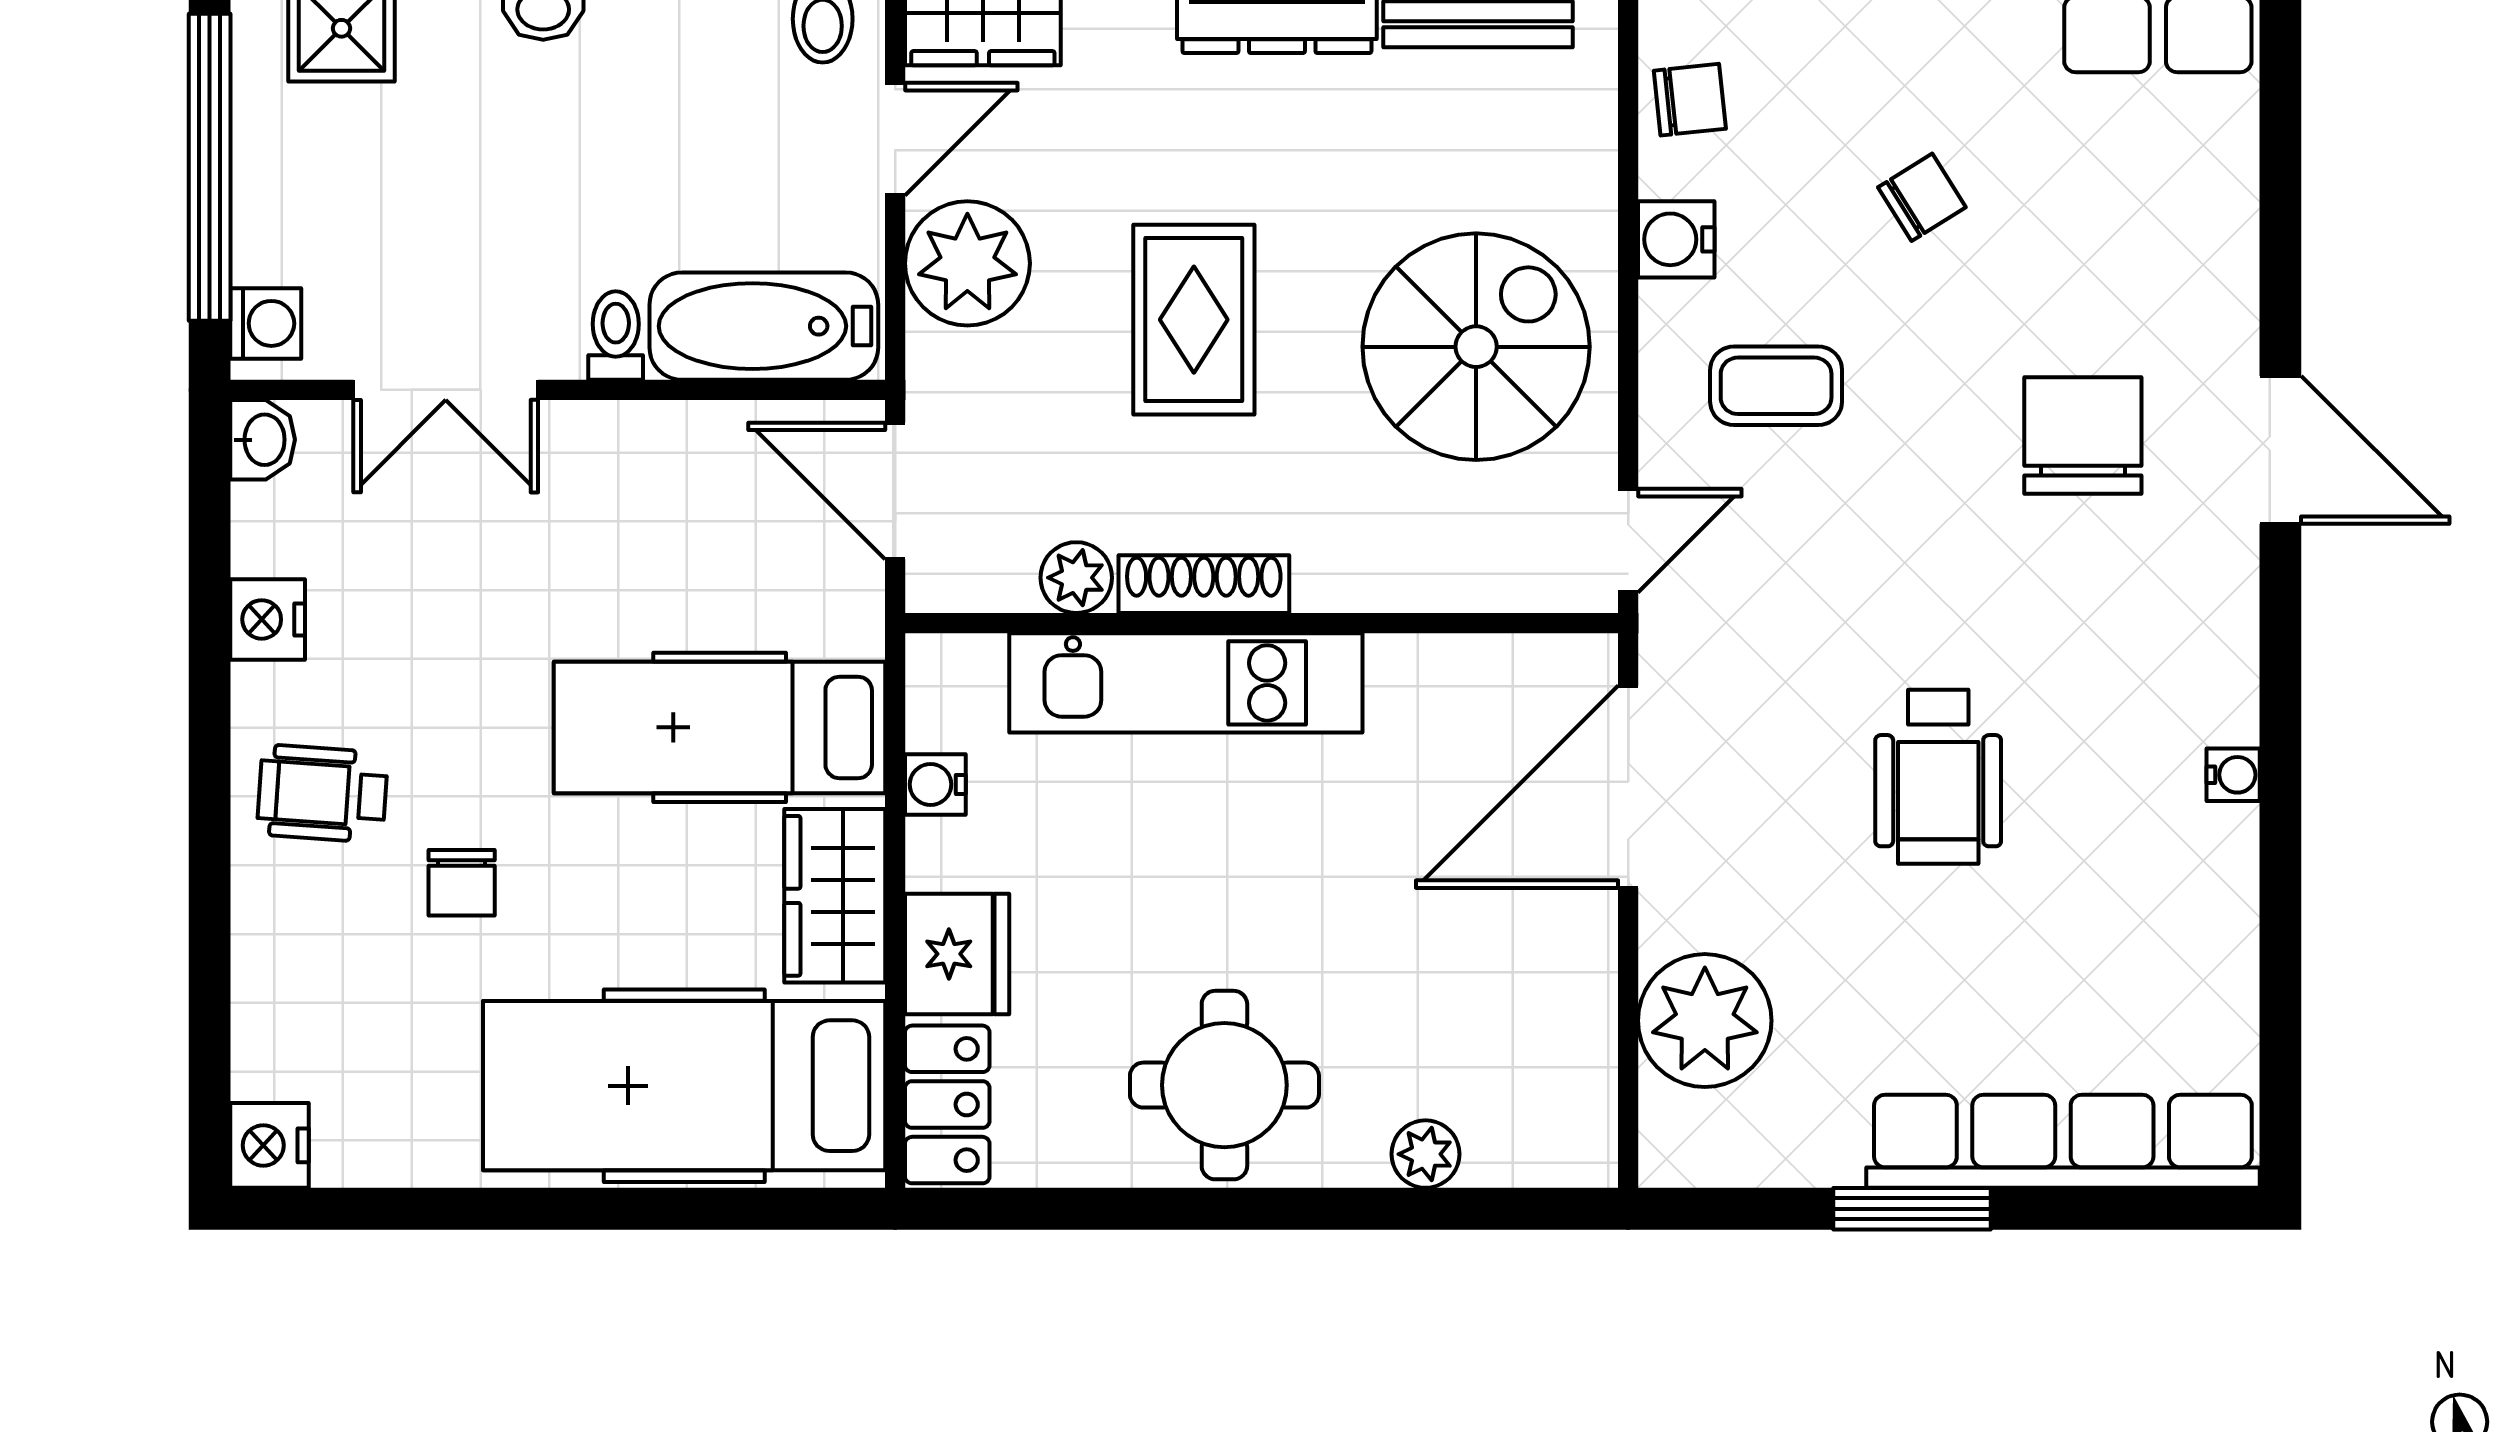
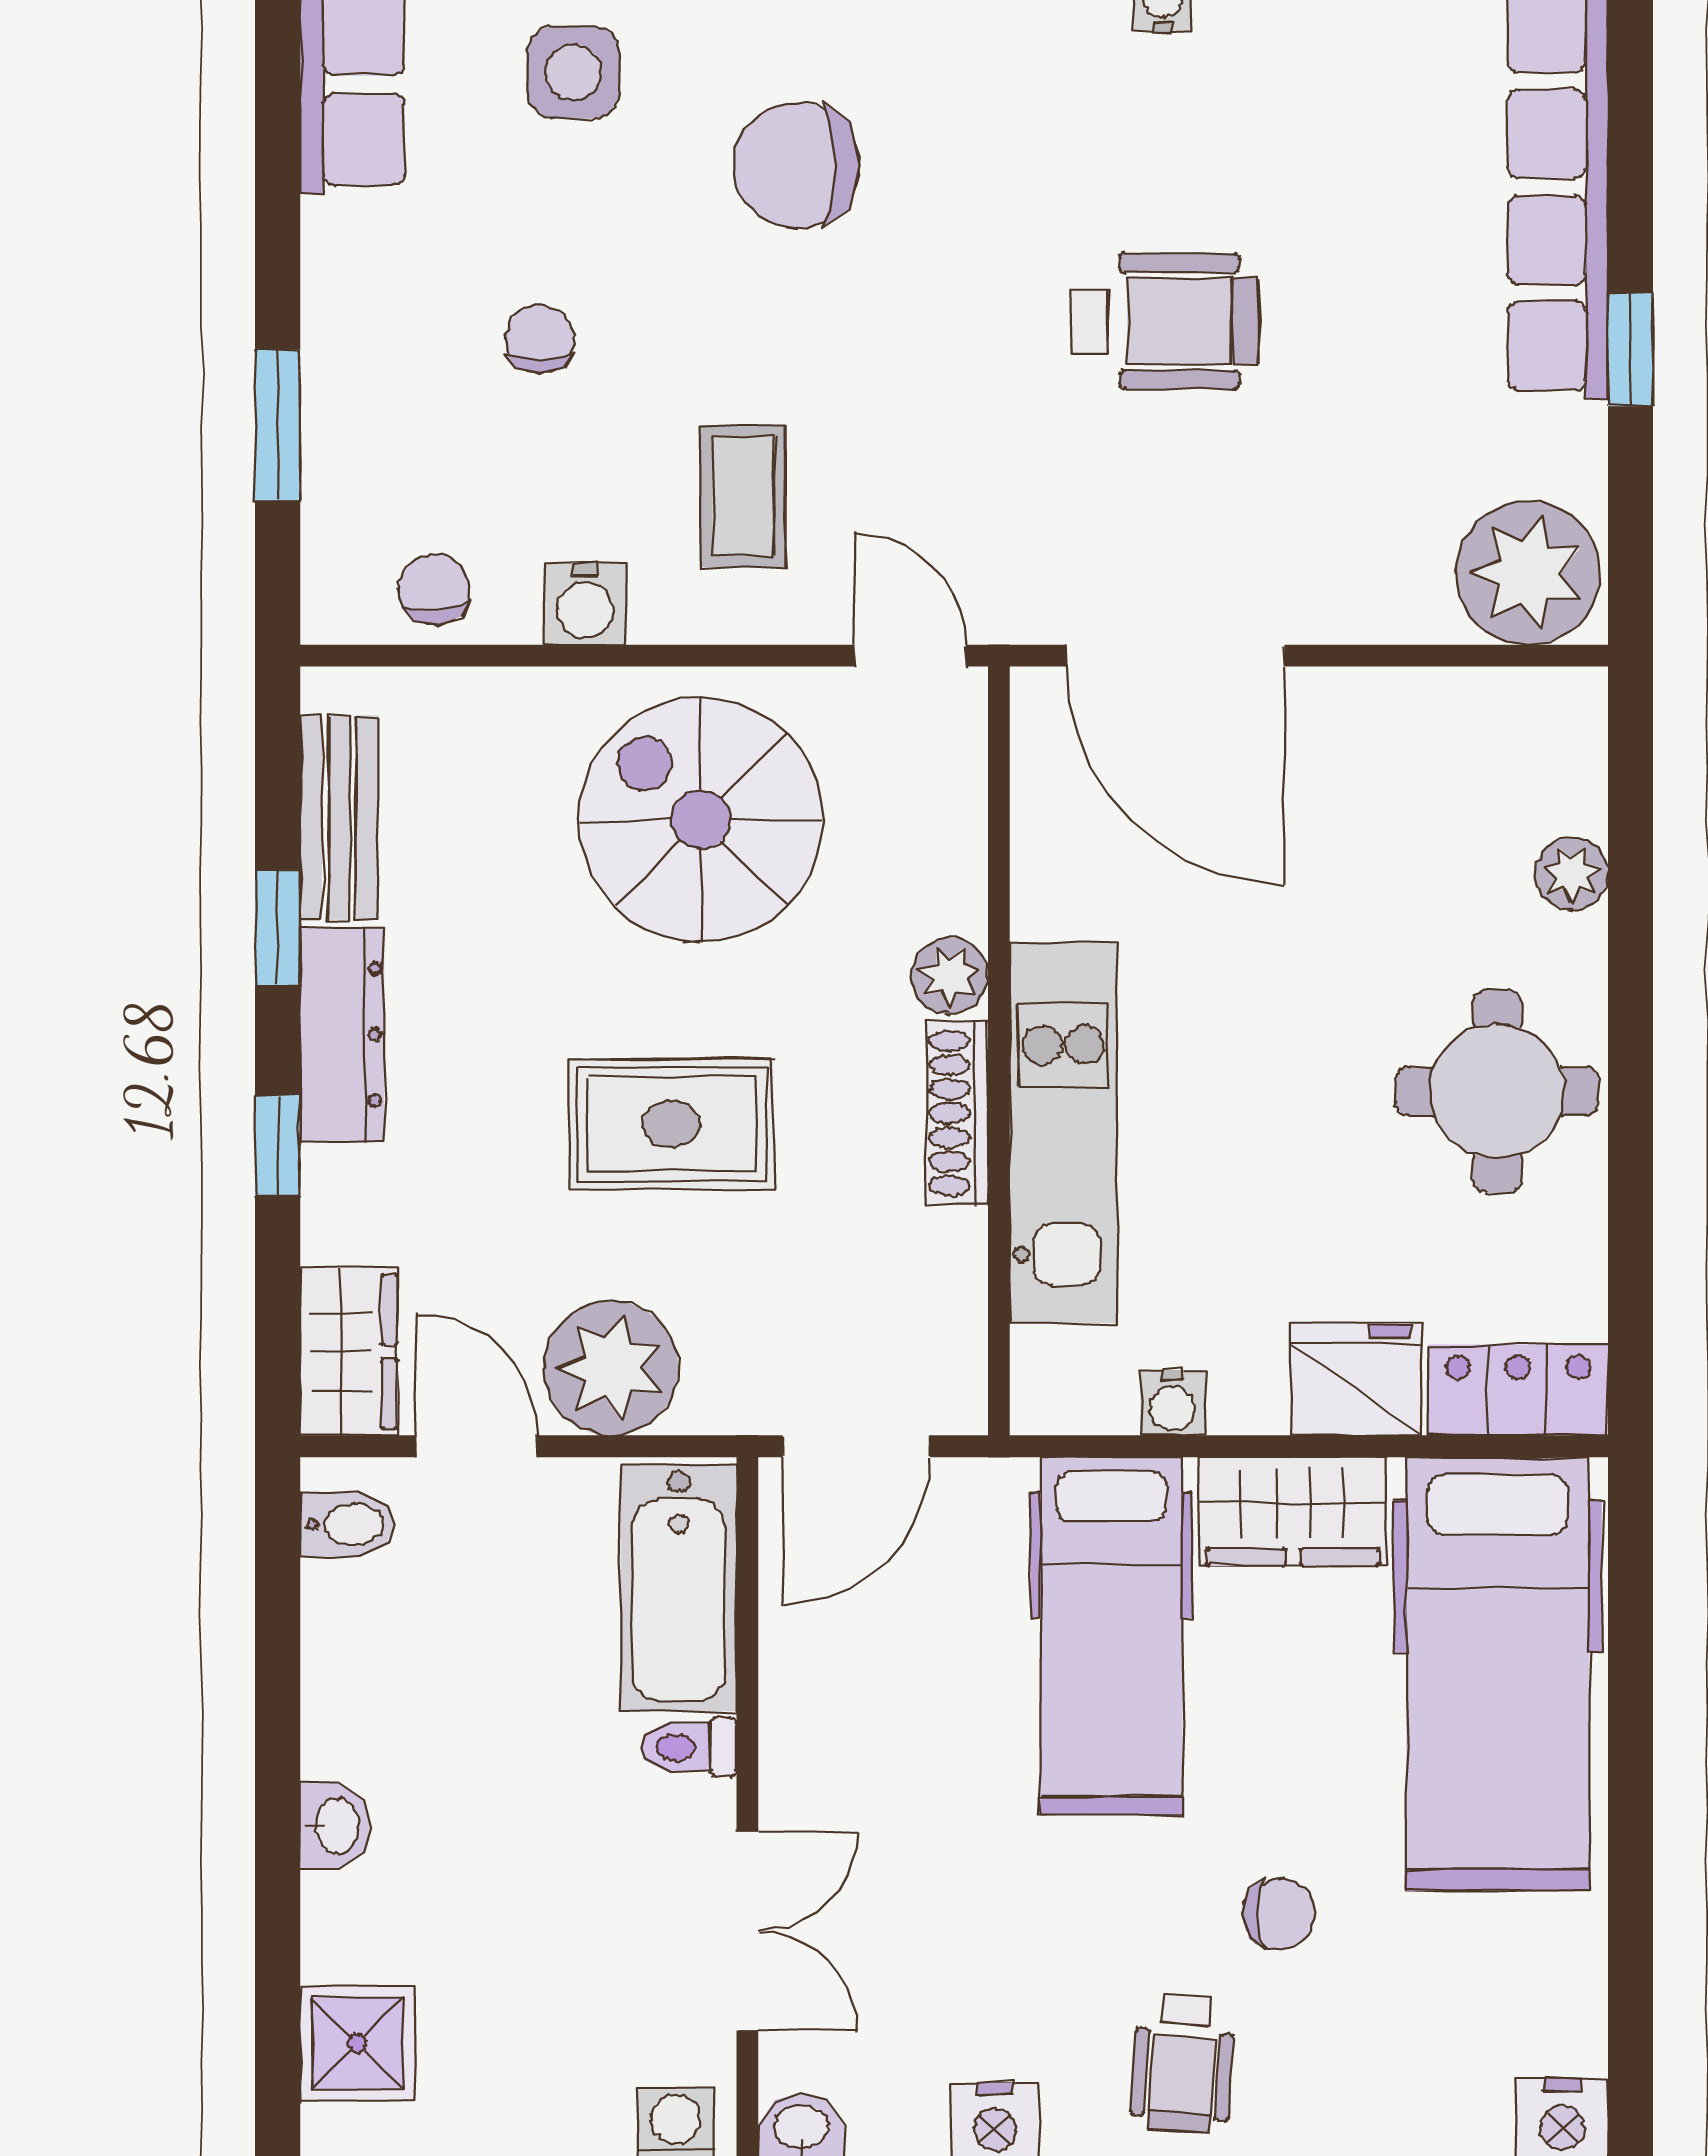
chair: (1922, 197) -> (540, 339), turned 32
side table: (2169, 229) -> (573, 72), added
plant: (1076, 578) -> (950, 976), moved
plant: (1705, 1021) -> (1528, 573), moved
window: (1912, 1209) -> (1631, 350), width x0.67

